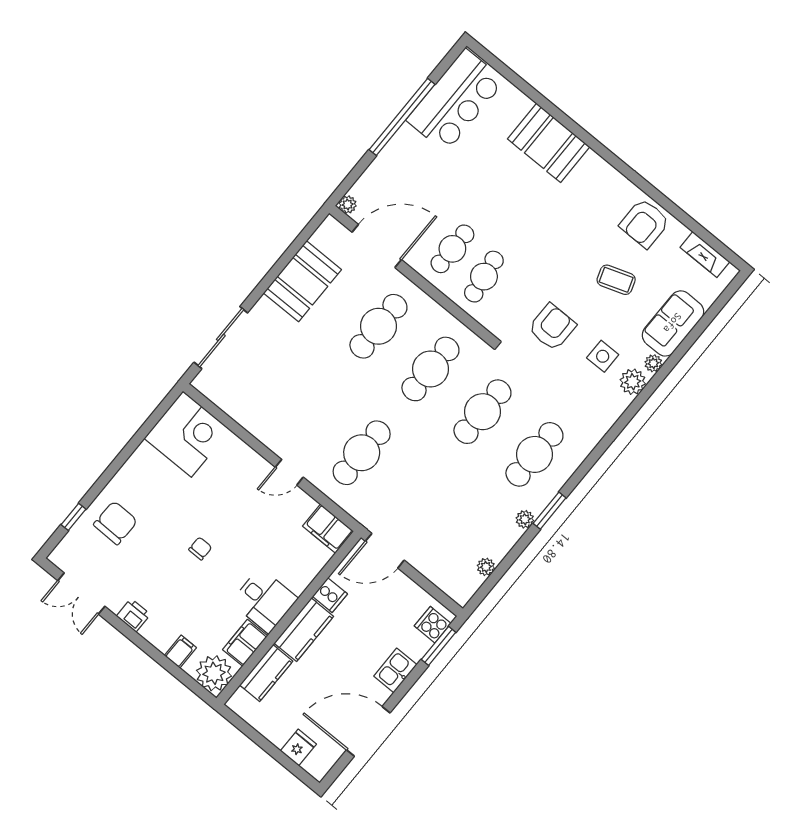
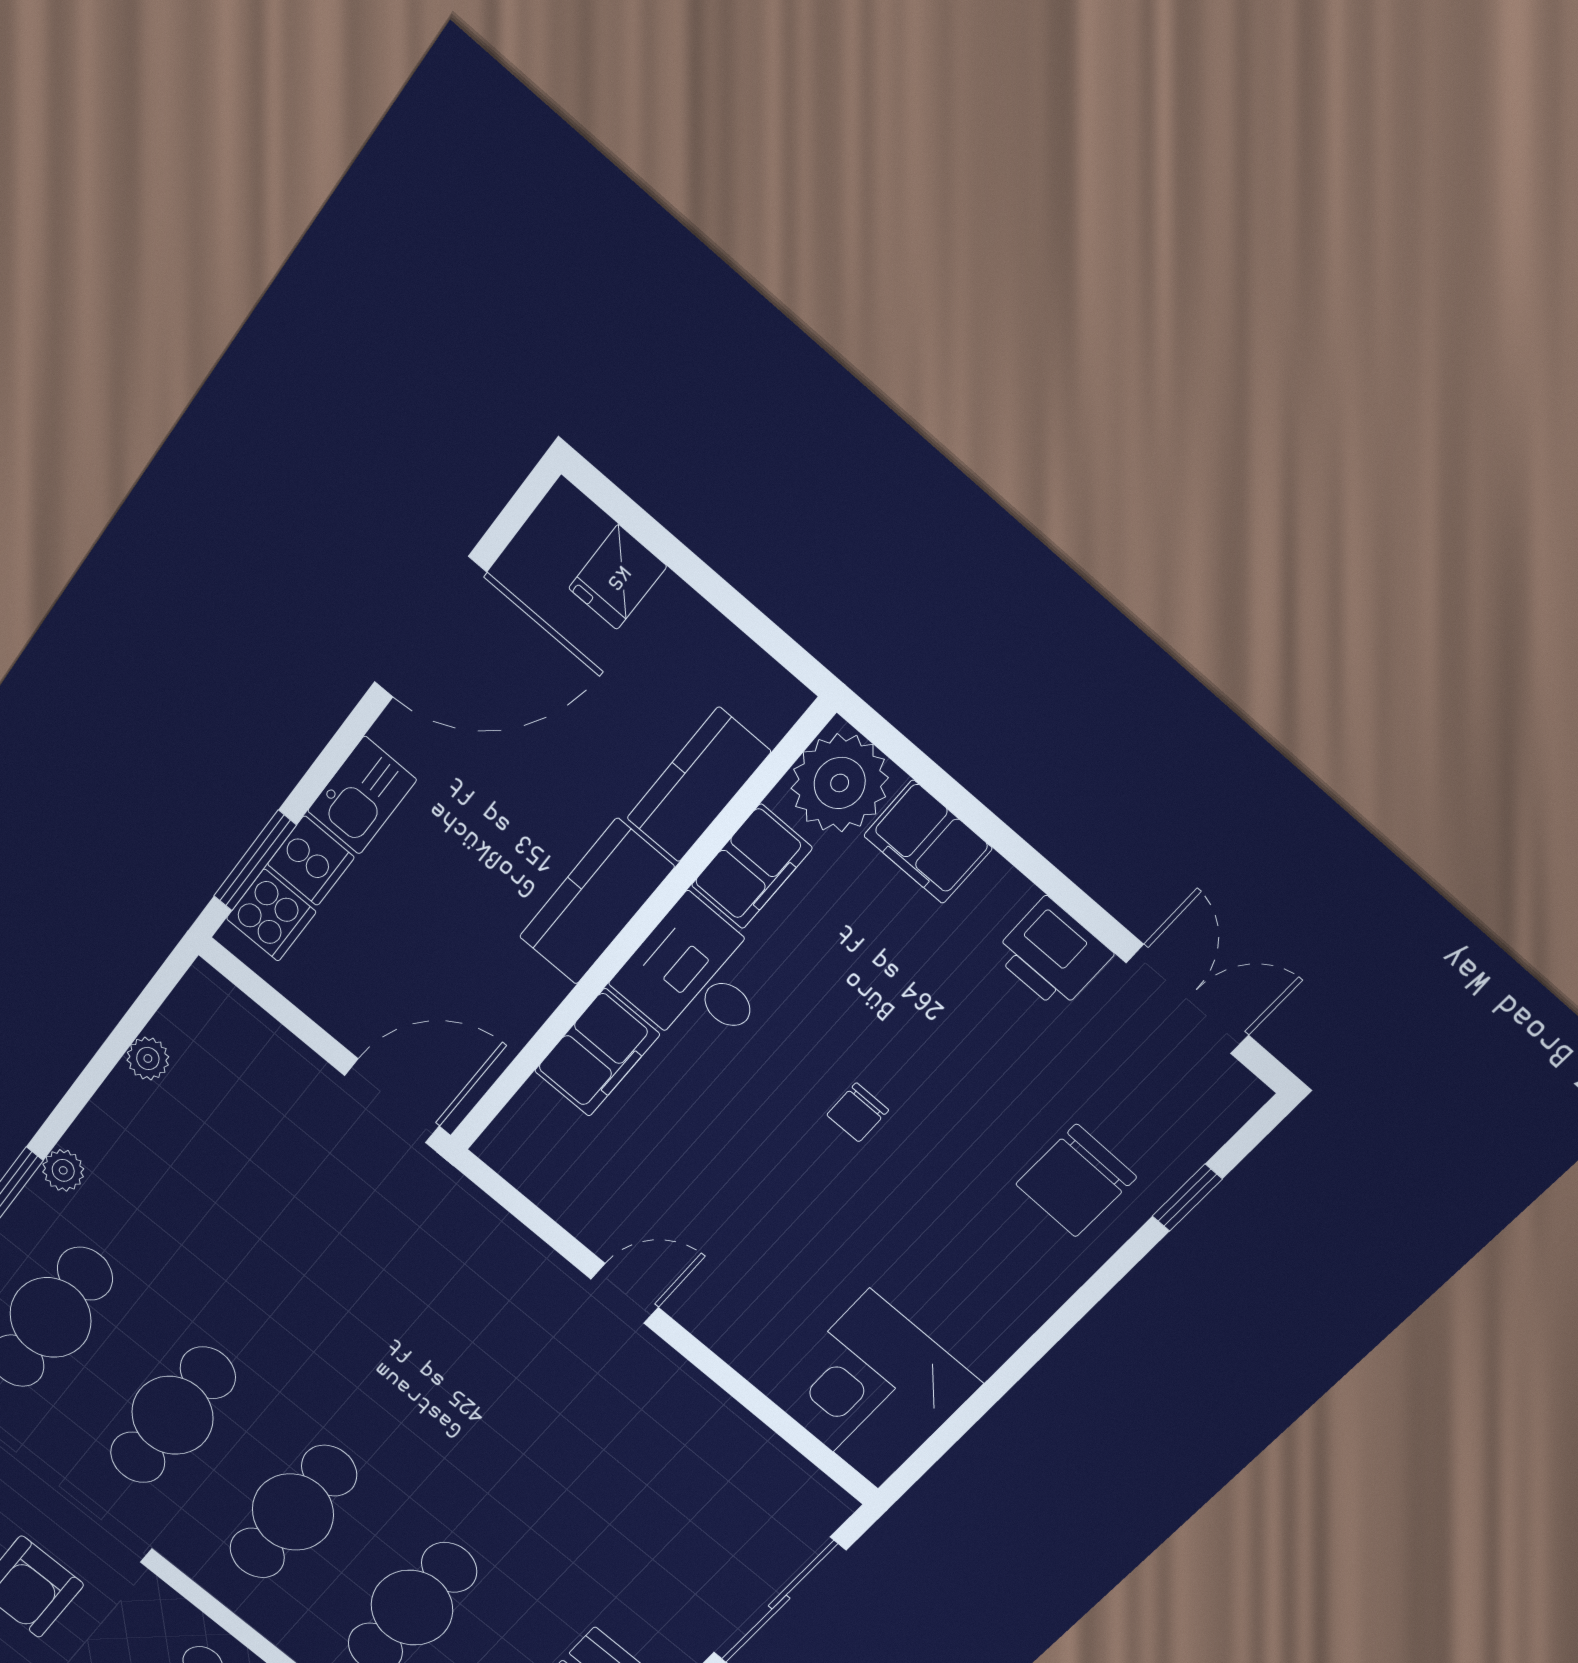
cafe table: (362, 453) -> (449, 1333), removed
filing cabinet: (328, 529) -> (597, 1053), moved, turned 90
cooker: (330, 595) -> (311, 861), moved, turned 180
printer: (133, 615) -> (1053, 954), width x1.36, depth x1.24
filing cabinet: (180, 652) -> (928, 842), width x2.00

